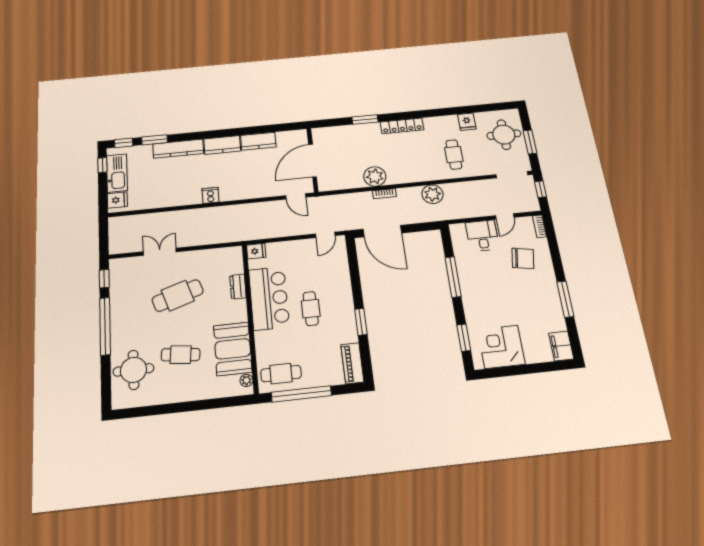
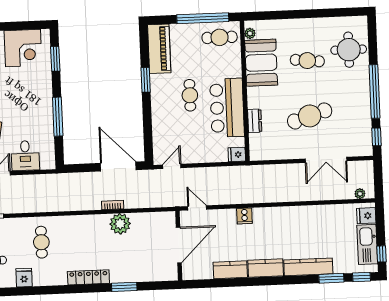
plant: (432, 194) -> (360, 194), moved, width x0.53, depth x0.53
cooker: (211, 195) -> (244, 216), moved
double door: (160, 252) -> (326, 160), width x1.37
piano: (352, 363) -> (159, 49), width x1.37, depth x1.33

